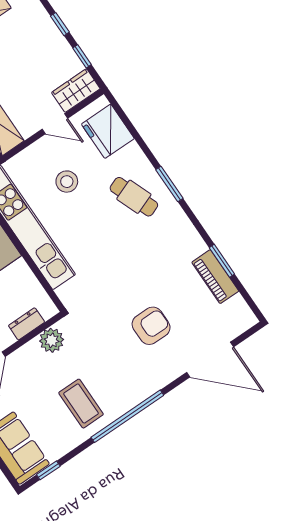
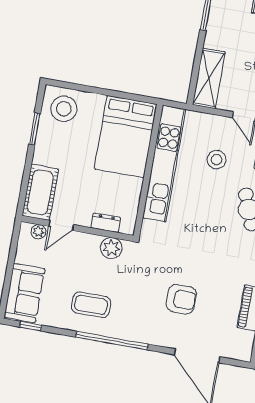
coffee table: (81, 404) -> (91, 305), turned 90

